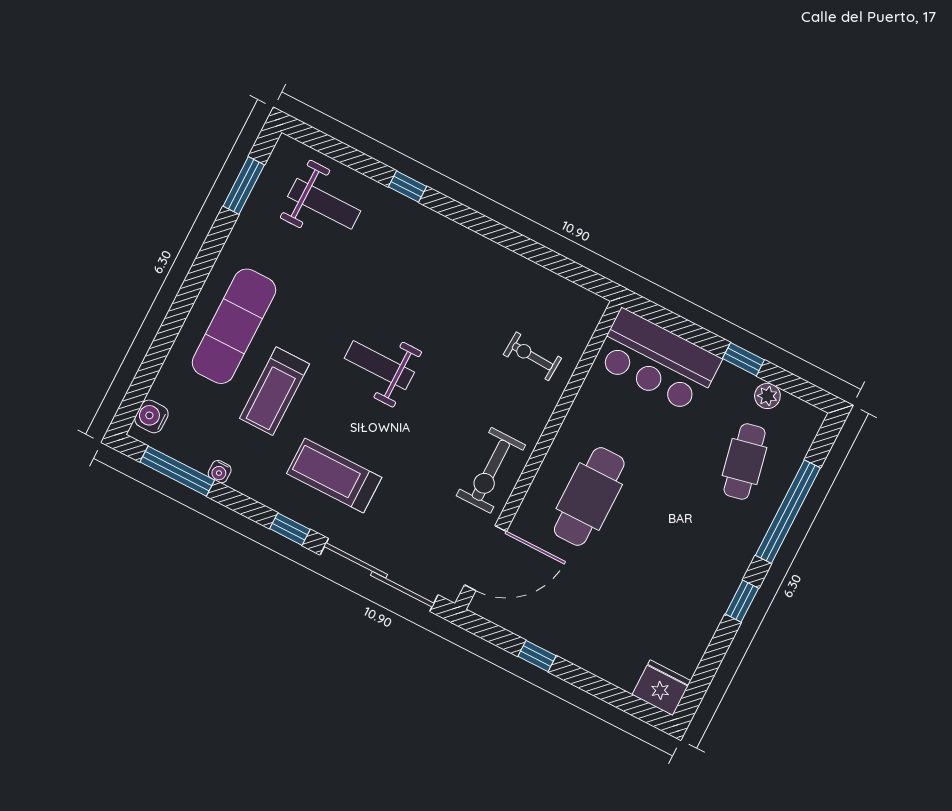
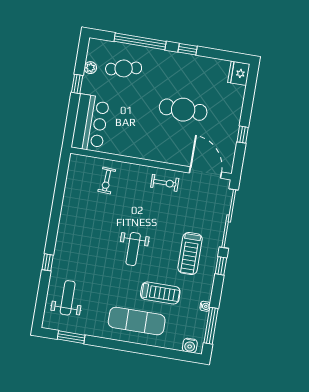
exercise bike: (491, 470) -> (165, 183), width x0.73, depth x0.72
cafe table: (589, 497) -> (183, 110), moved

